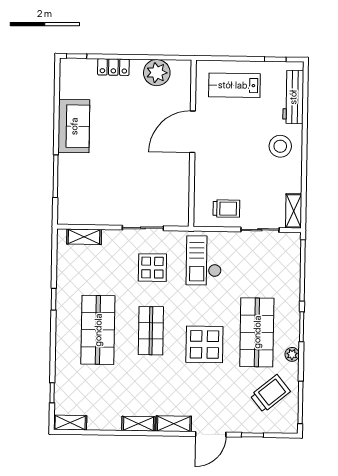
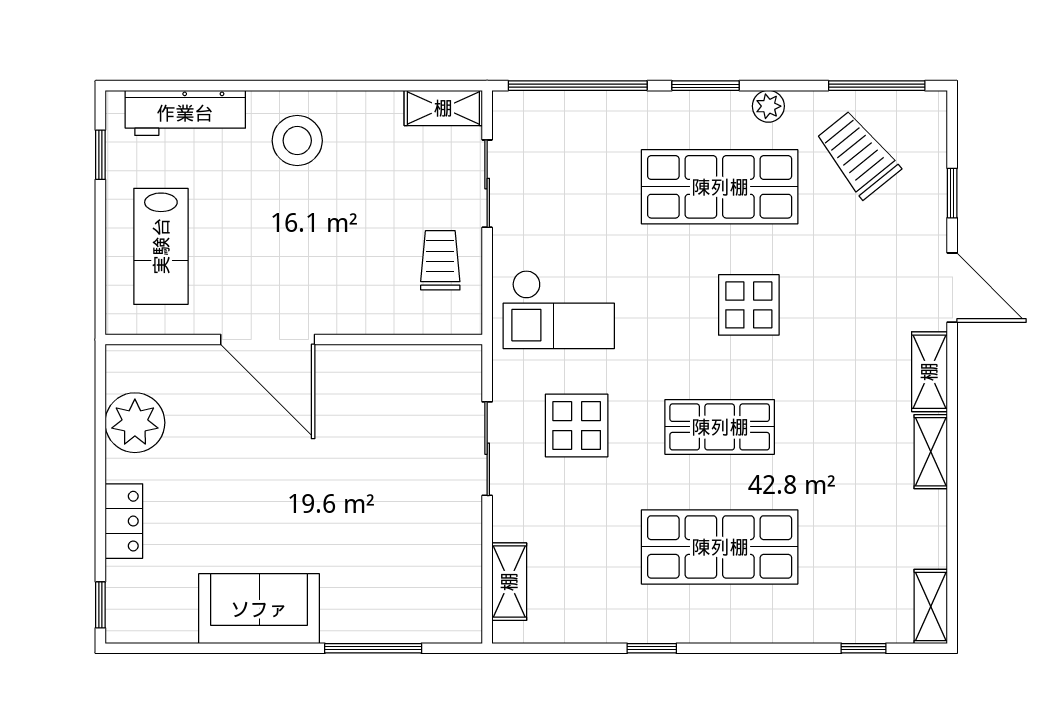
display table: (204, 344) -> (749, 305), width x0.73, depth x0.73

